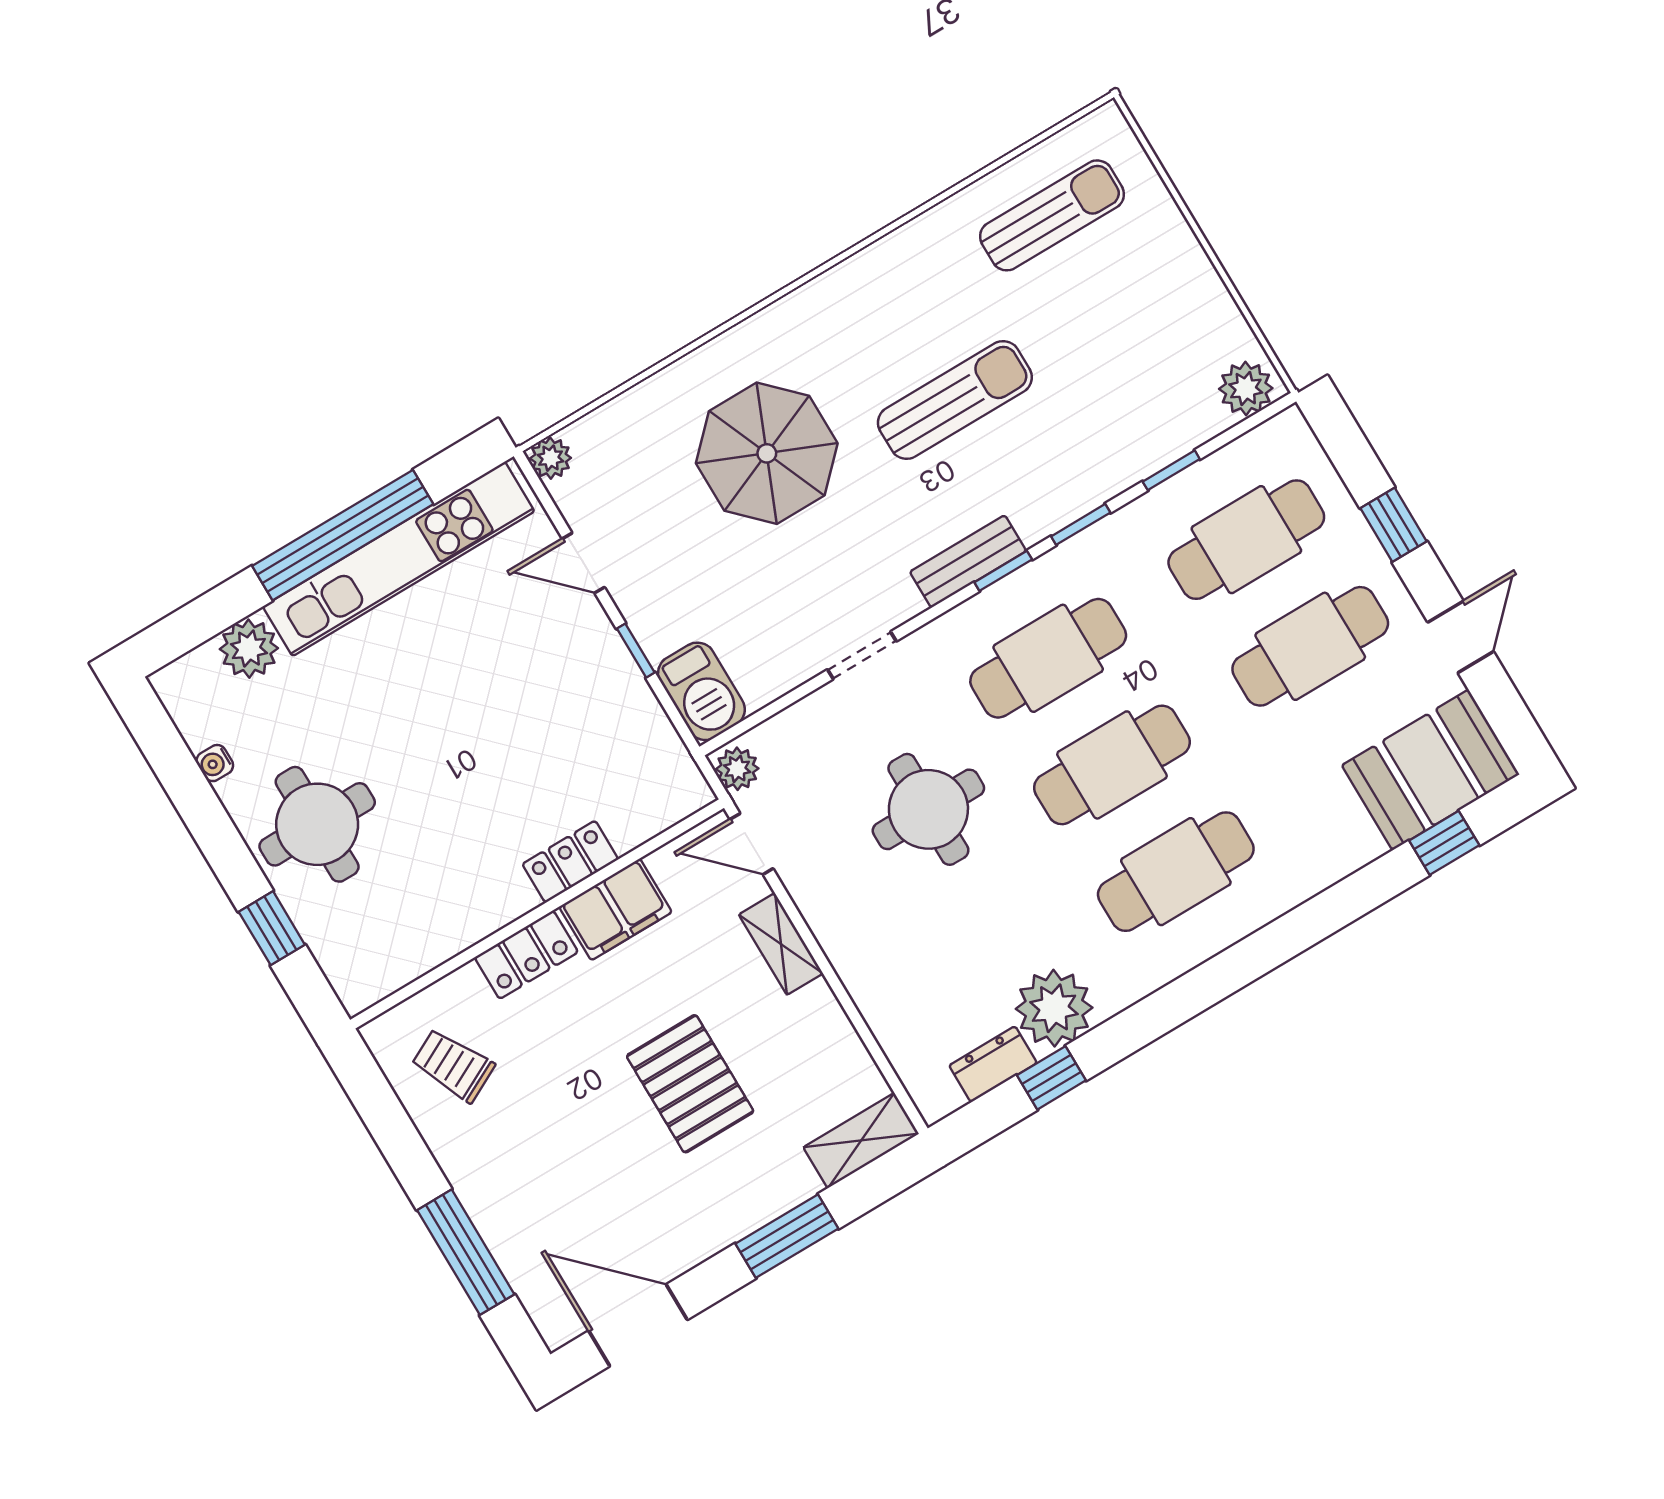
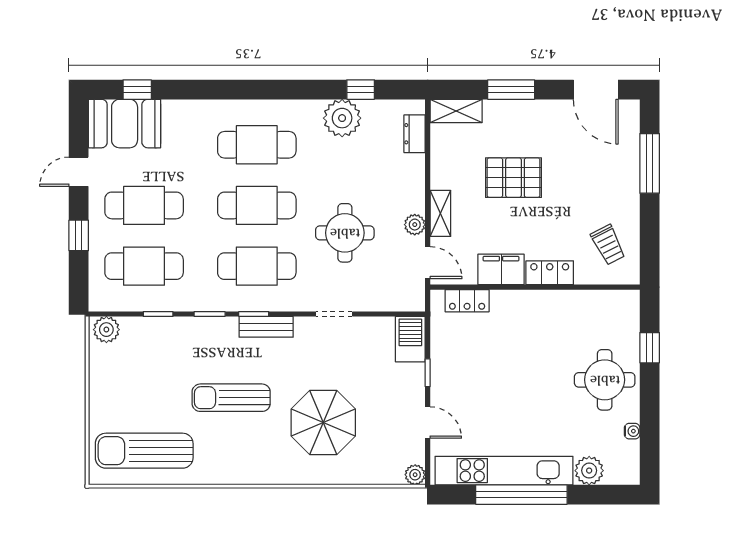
sun lounger: (1052, 215) -> (144, 451), width x1.36, depth x1.34
plant: (737, 769) -> (415, 225), moved
locker: (570, 862) -> (467, 301), moved
dresser: (993, 1064) -> (415, 134), moved, turned 90
pallet: (690, 1084) -> (513, 178), turned 90

